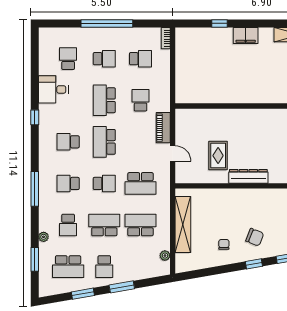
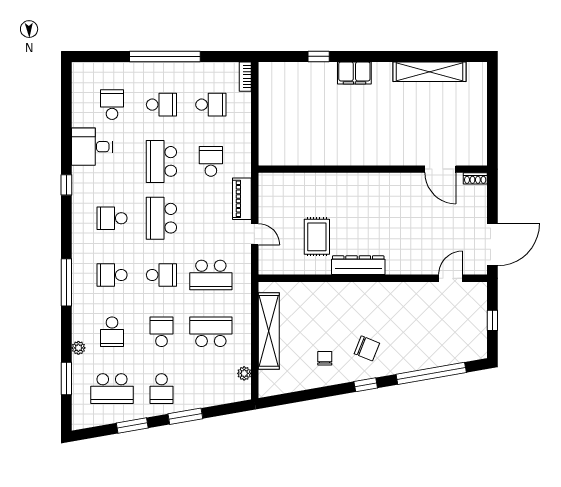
school desk: (104, 225) -> (161, 332), width x0.54

